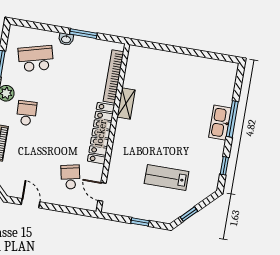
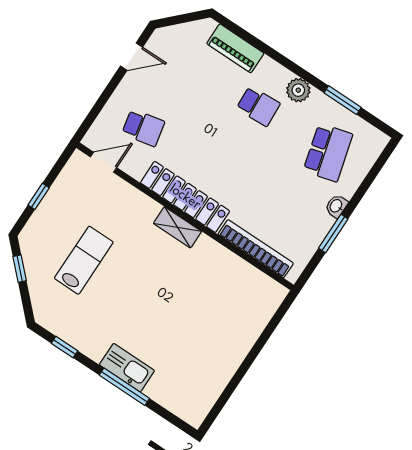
shelving: (126, 104) -> (177, 227), moved

